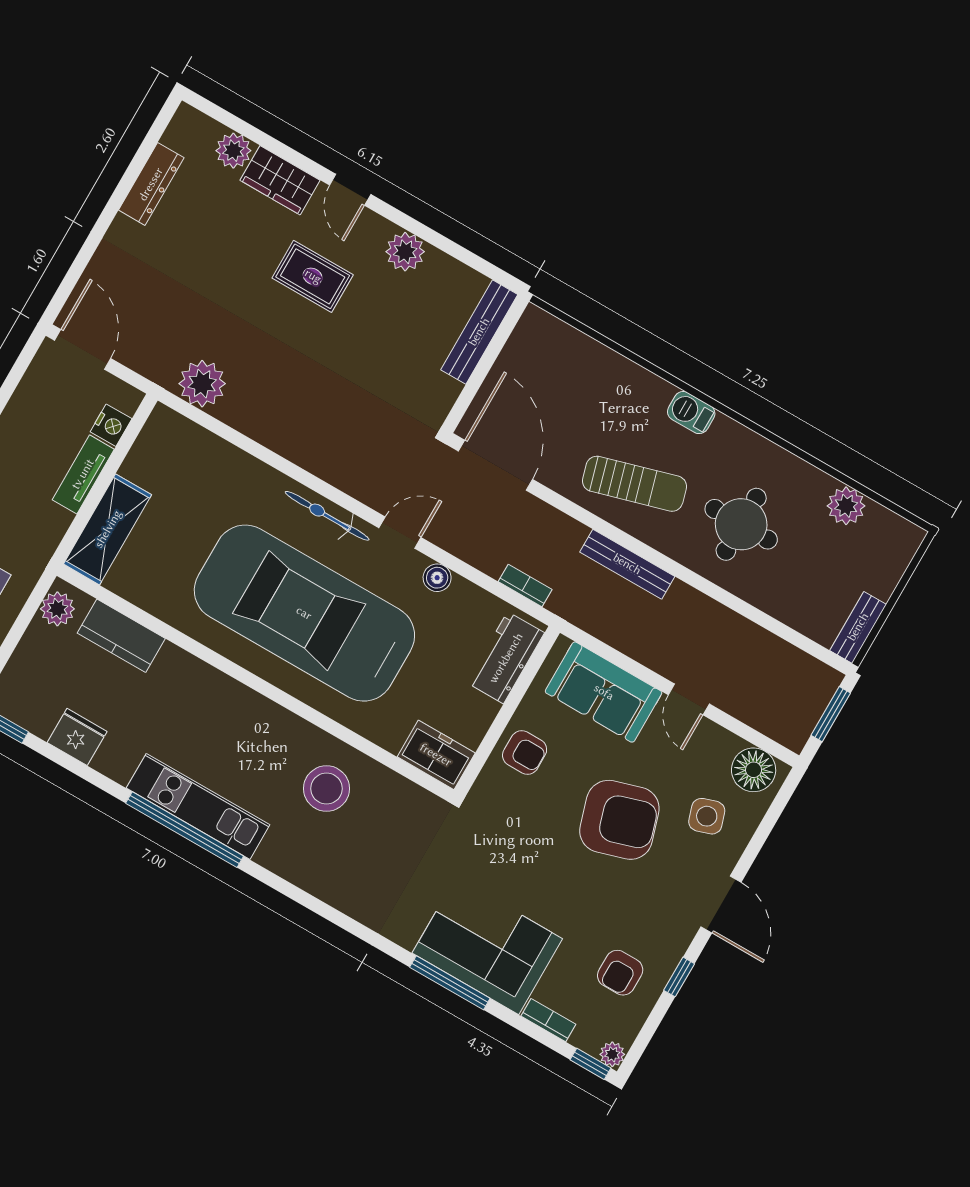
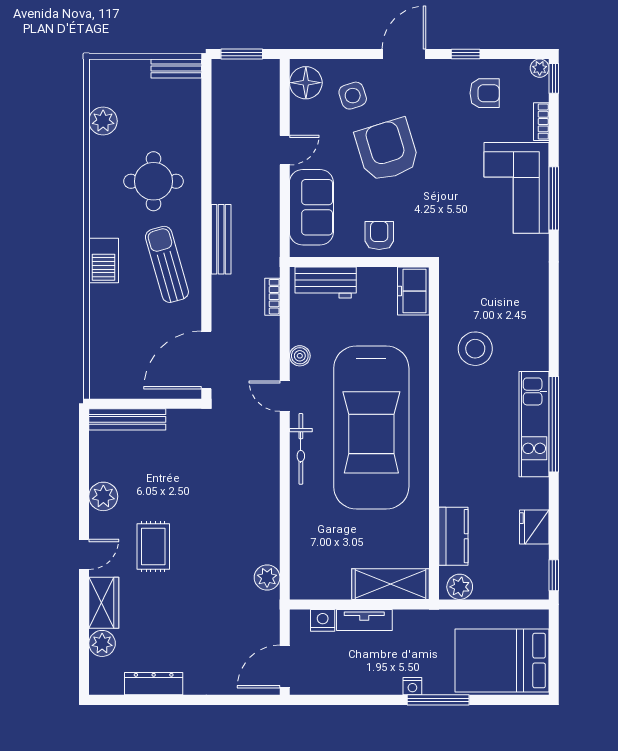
plant: (202, 384) -> (267, 577), width x0.73, depth x0.73
barbecue: (691, 413) -> (104, 261), width x1.38, depth x1.27

